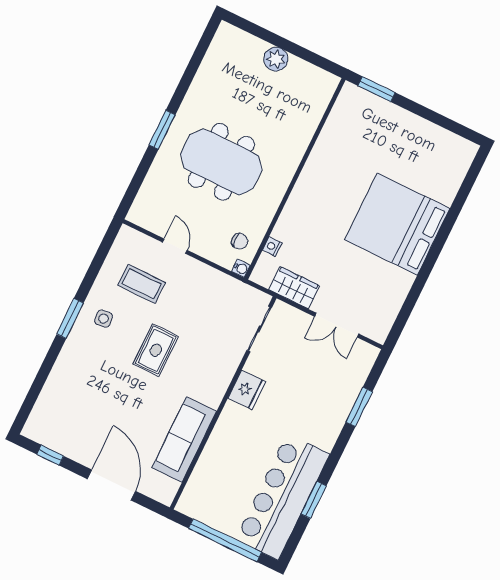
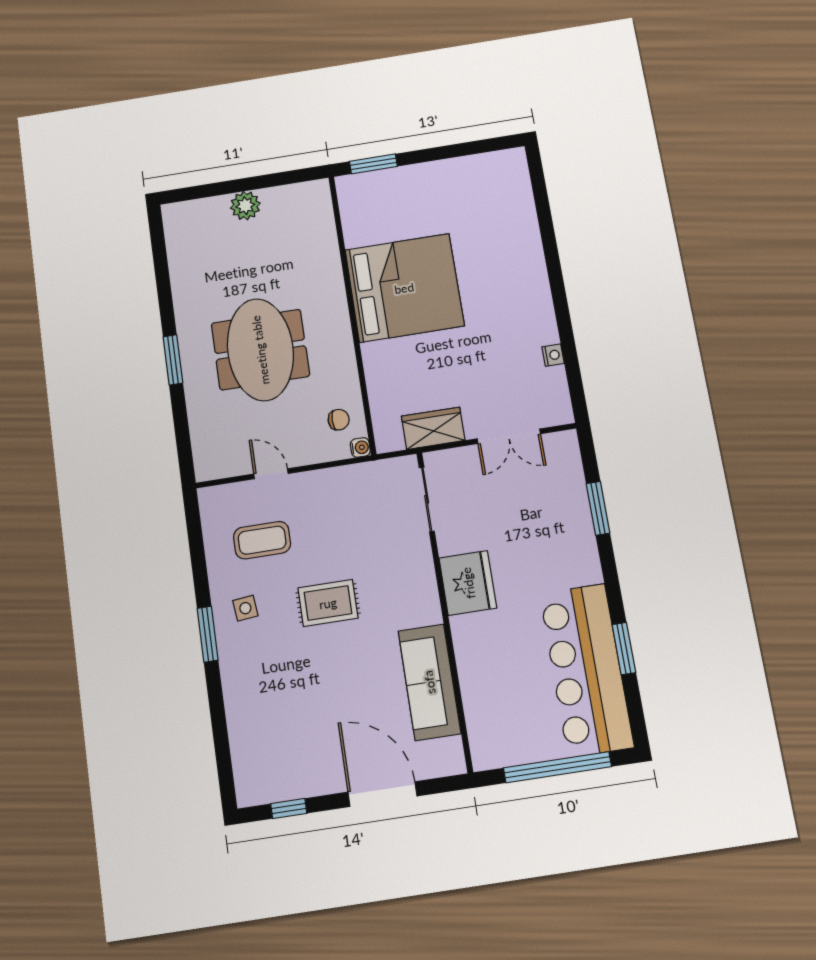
meeting table: (221, 162) -> (260, 350), turned 90
bed: (397, 224) -> (404, 288), moved, turned 180
nightstand: (272, 247) -> (553, 355), moved, turned 180
rug: (156, 350) -> (328, 603), turned 90
fridge: (247, 390) -> (468, 583), width x1.36, depth x1.34

